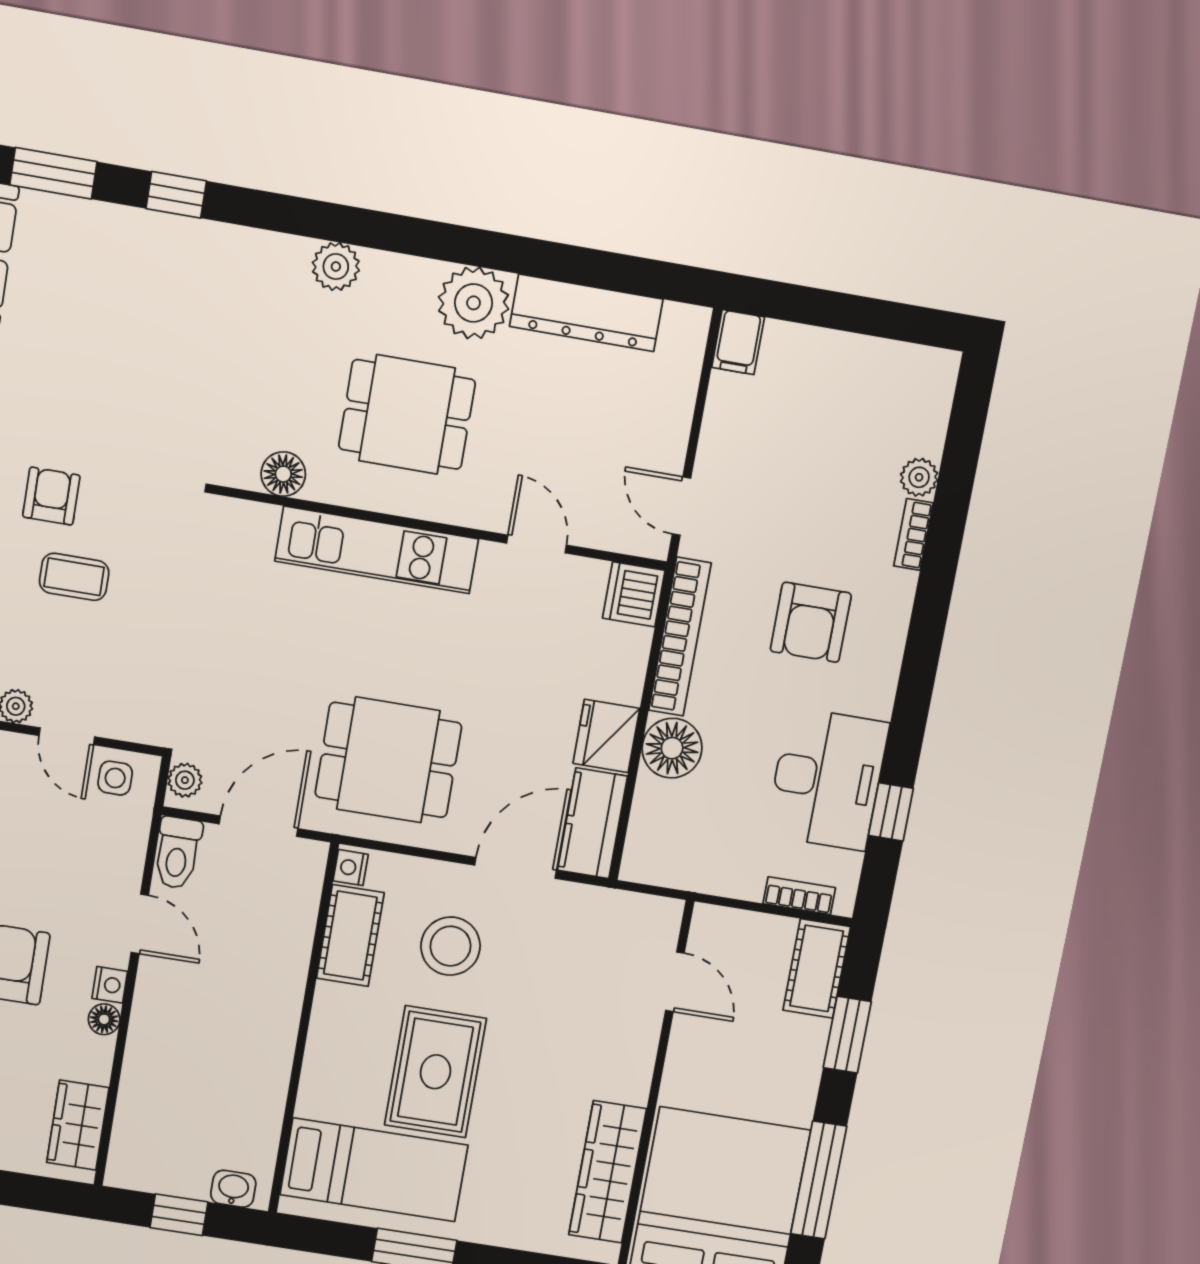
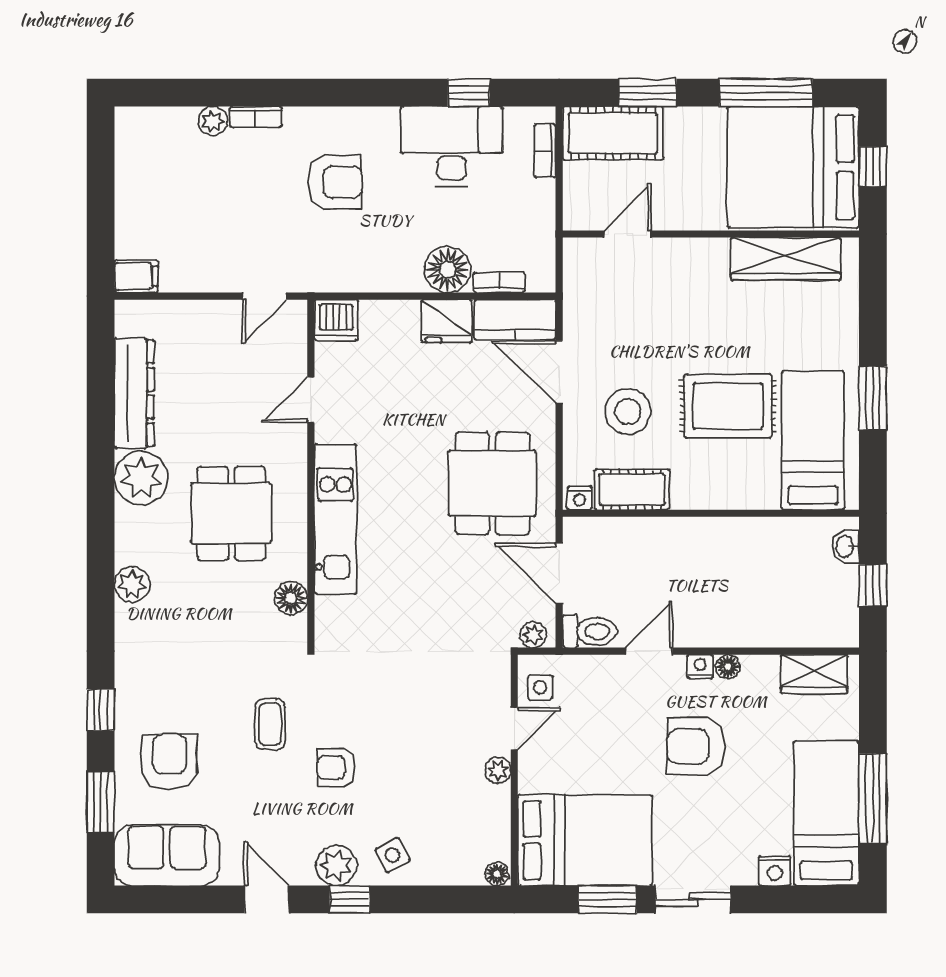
armchair: (93, 276) -> (170, 762), added
coffee table: (74, 577) -> (270, 724), moved
bookcase: (680, 637) -> (499, 282), moved, width x0.43, depth x0.76
cot: (817, 968) -> (613, 133), width x1.37, depth x1.34

